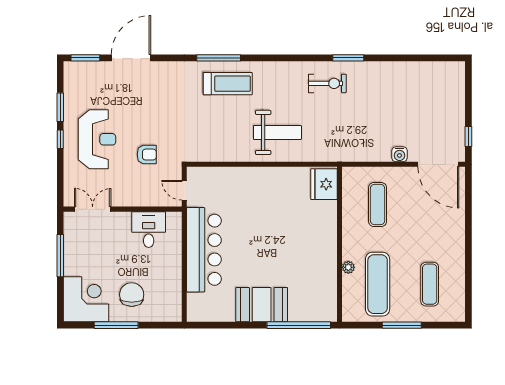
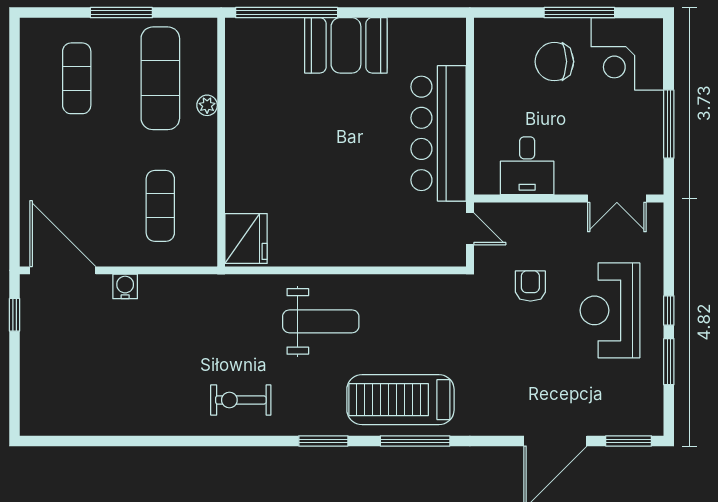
window: (348, 58) -> (323, 441), moved
treadmill: (228, 84) -> (400, 400), width x1.37, depth x1.38
weight bench: (277, 132) -> (321, 321), turned 180
armchair: (147, 155) -> (530, 286), turned 90
chair: (132, 295) -> (554, 62), turned 90

